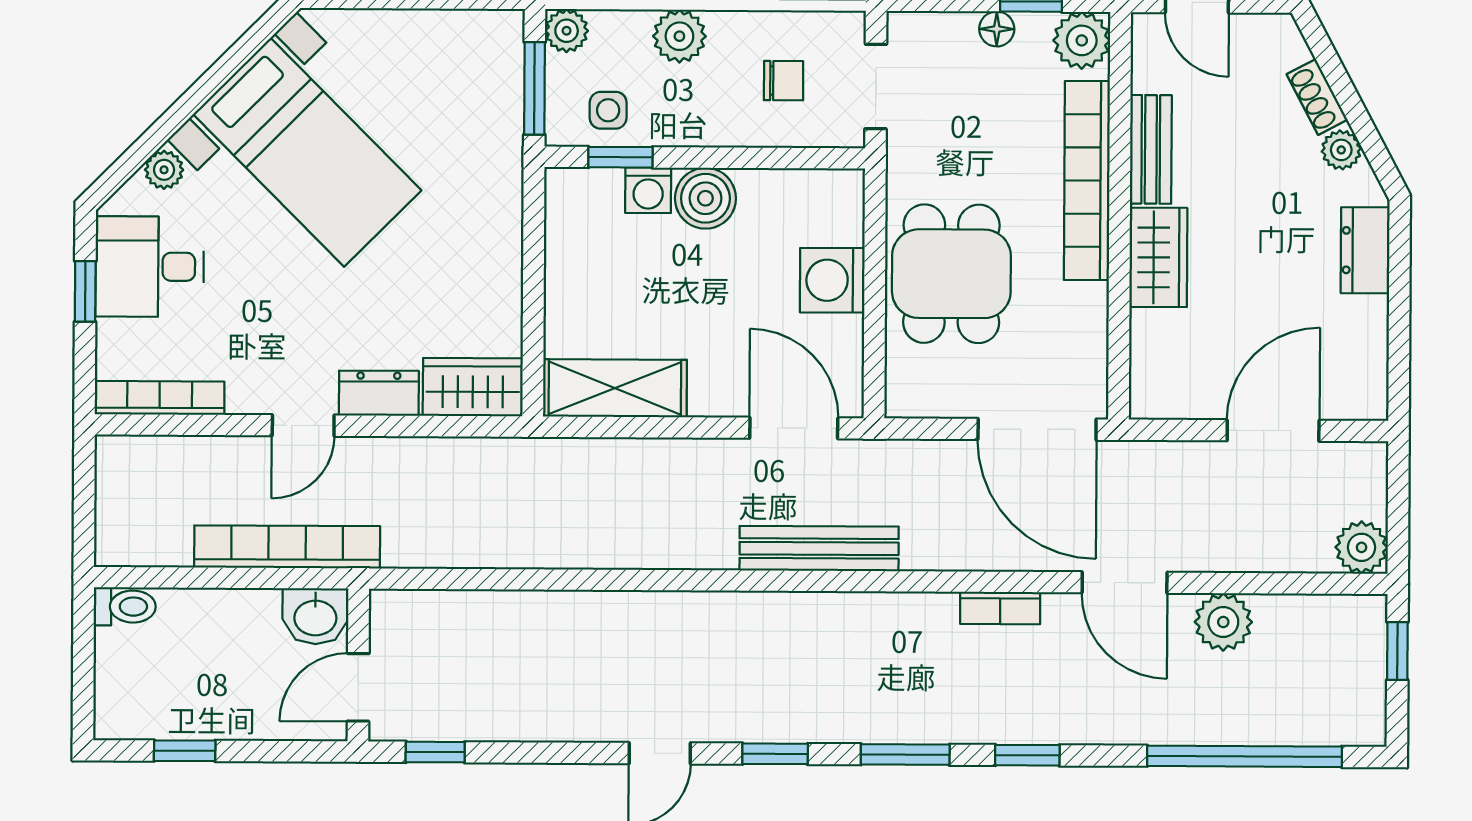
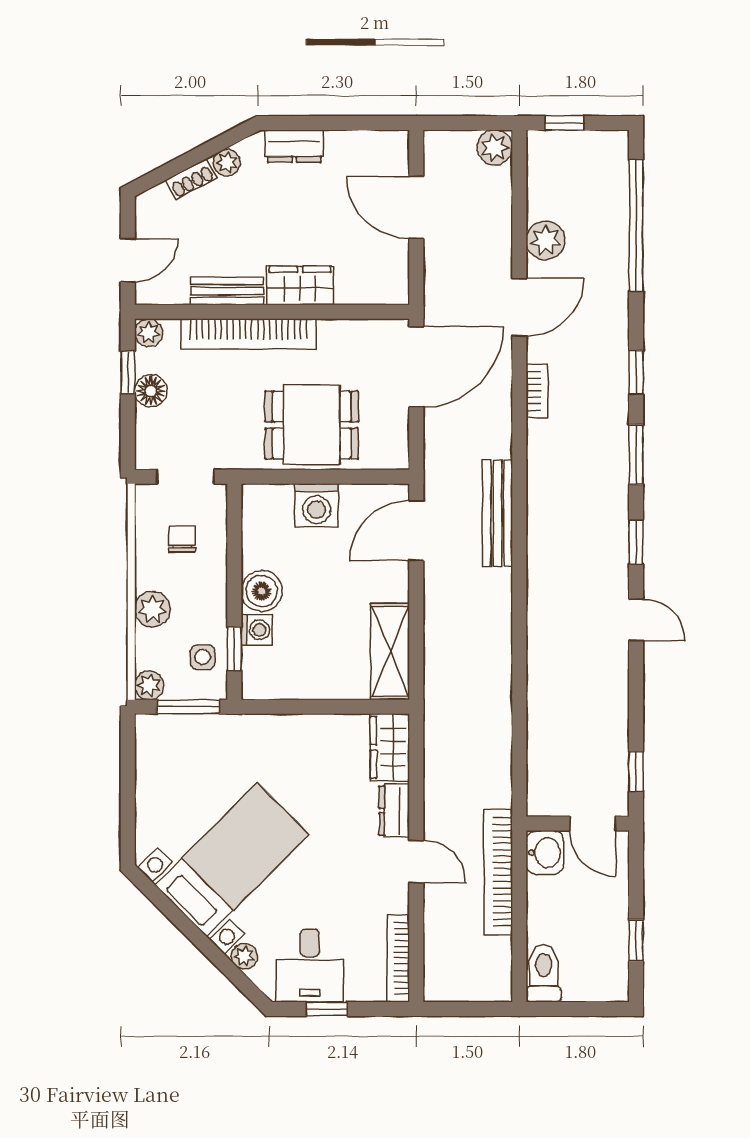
floor lamp: (997, 29) -> (151, 391), width x1.37, depth x1.37
plant: (1082, 40) -> (149, 333), width x0.73, depth x0.73
toilet: (125, 606) -> (544, 973), width x1.37, depth x1.39

